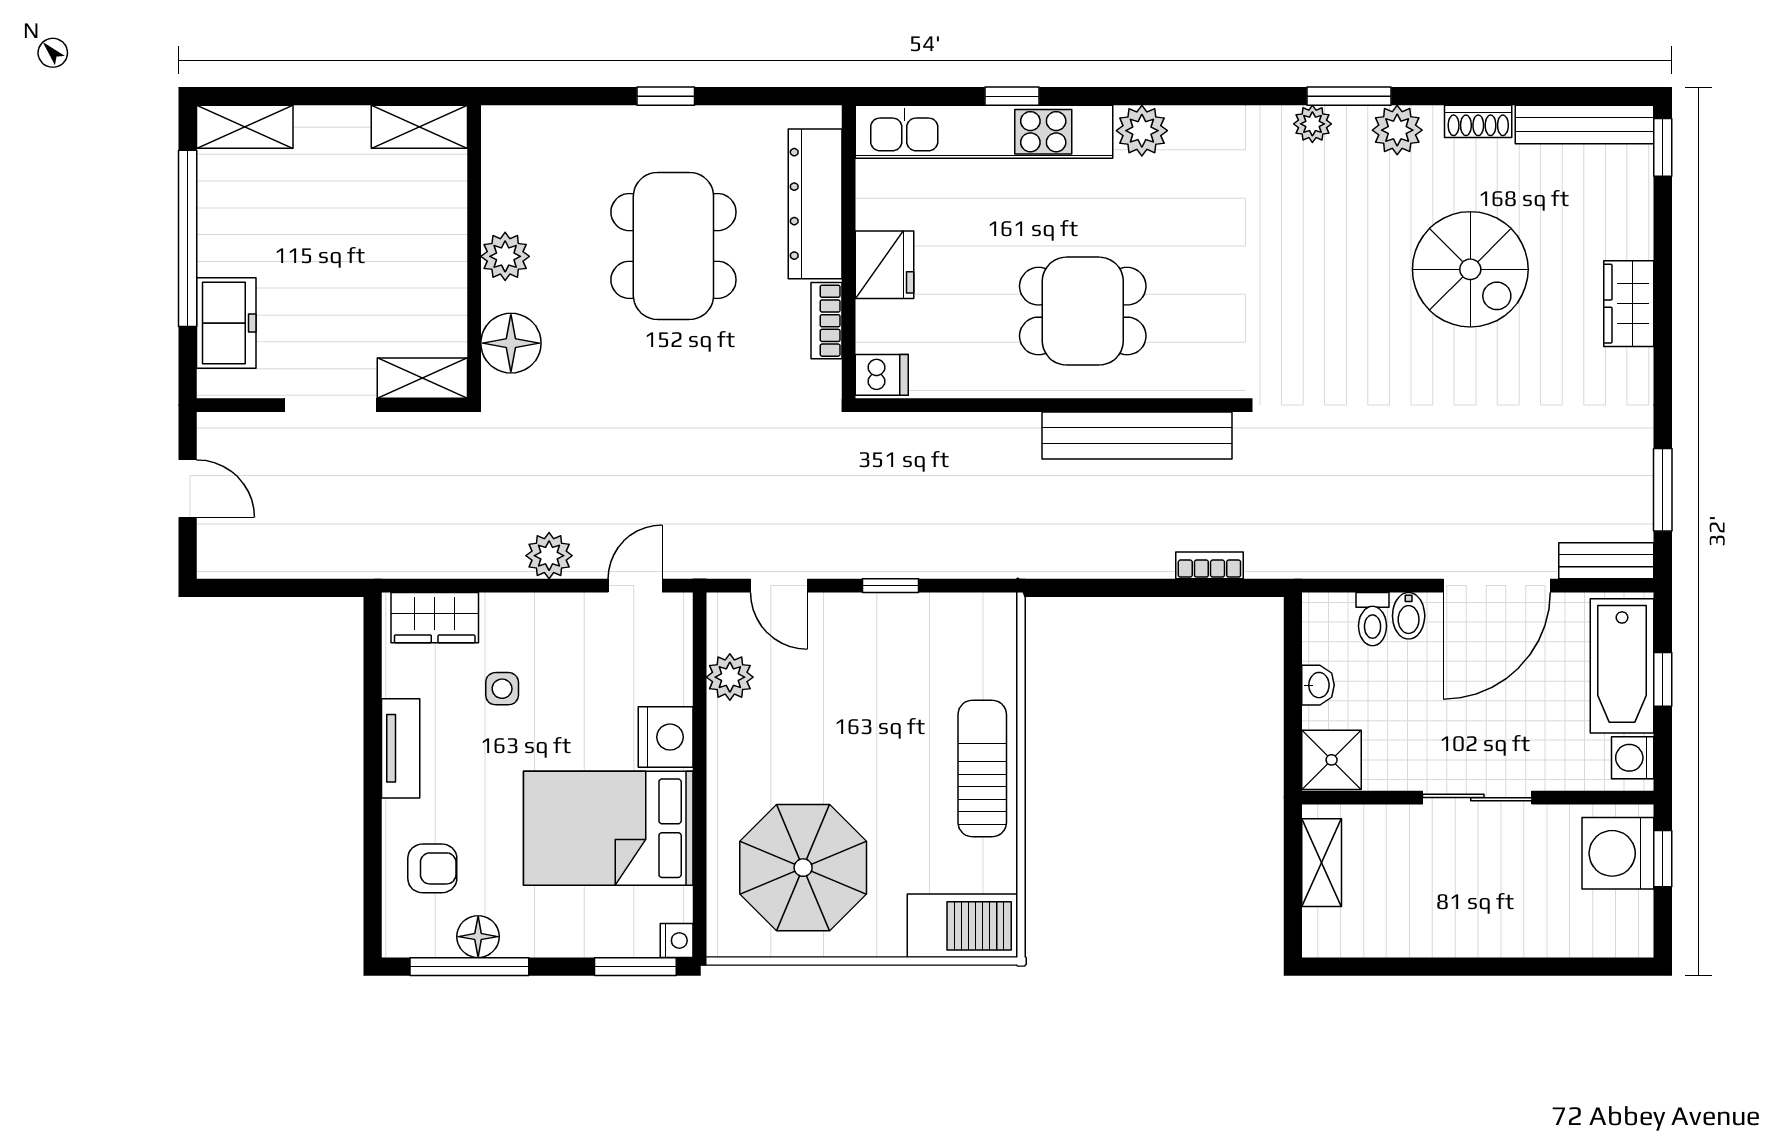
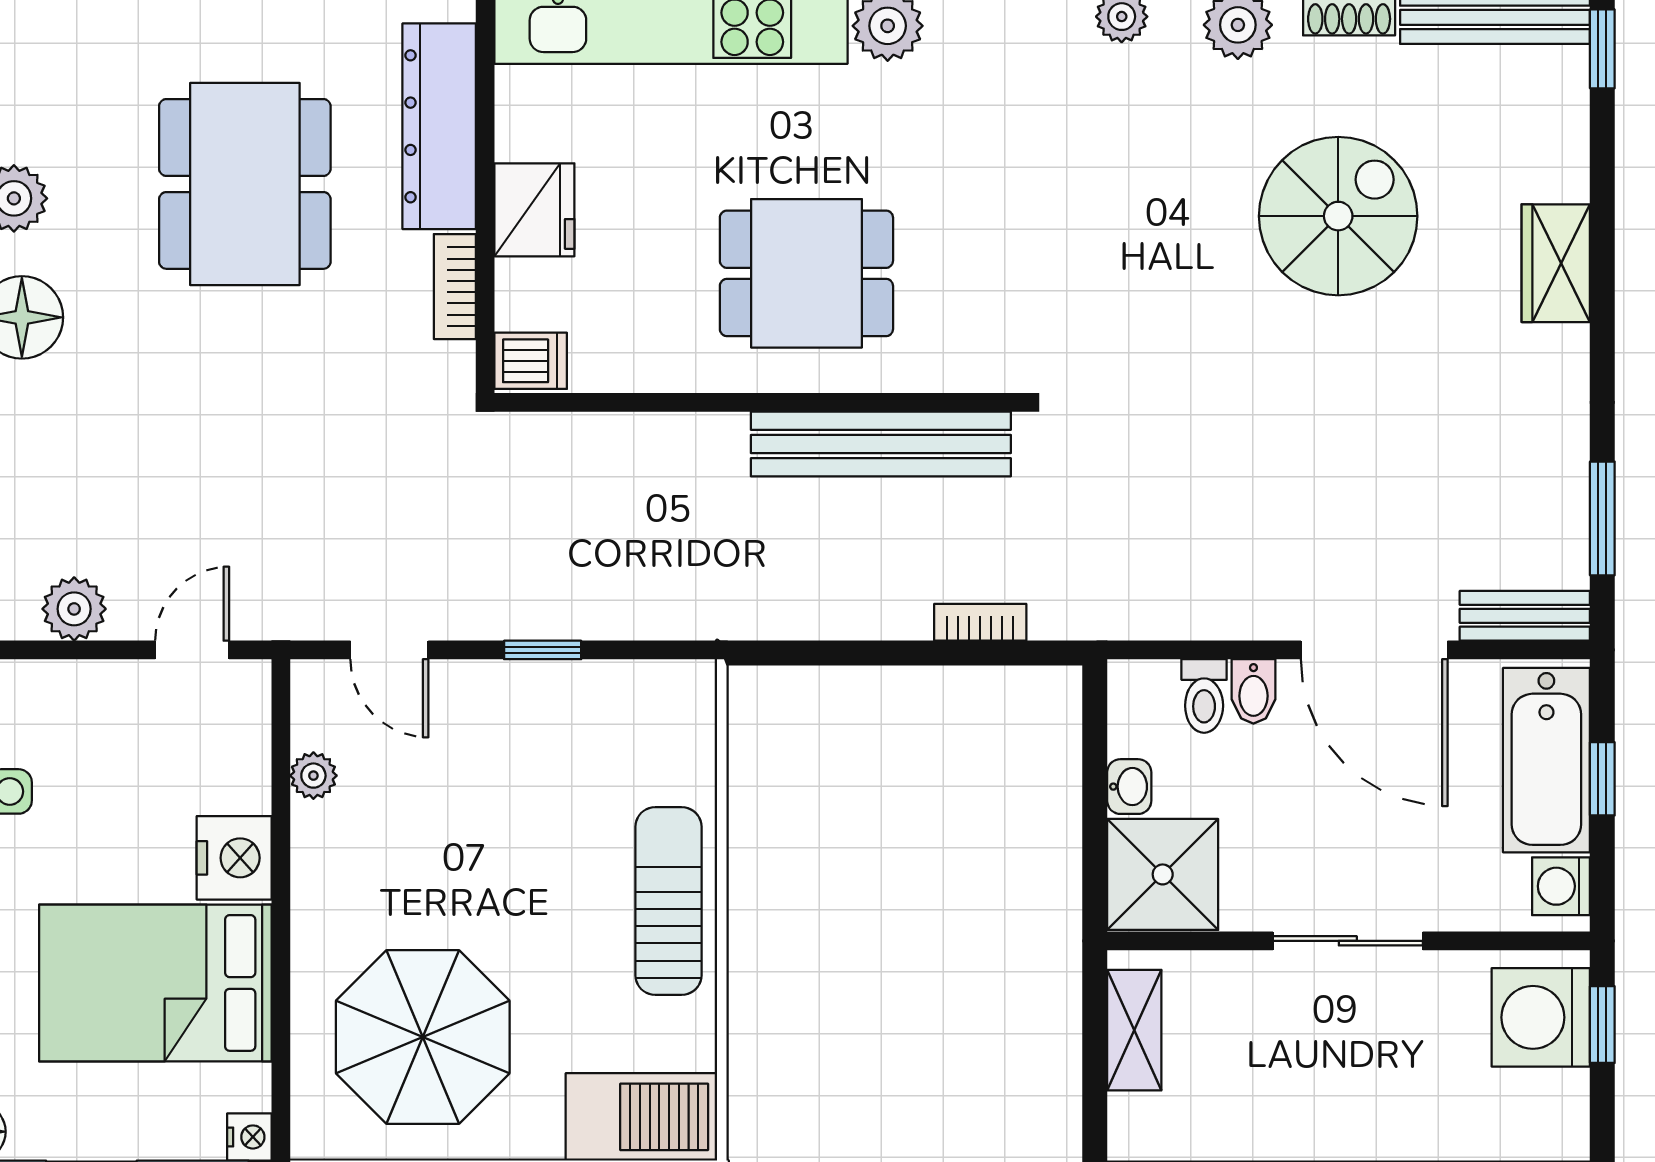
spiral stairs: (1470, 269) -> (1338, 216), turned -90
door: (1497, 586) -> (1374, 650), hinge flipped
plant: (730, 677) -> (313, 776), width x0.73, depth x0.73
shower: (1332, 760) -> (1163, 874), width x1.36, depth x1.36

